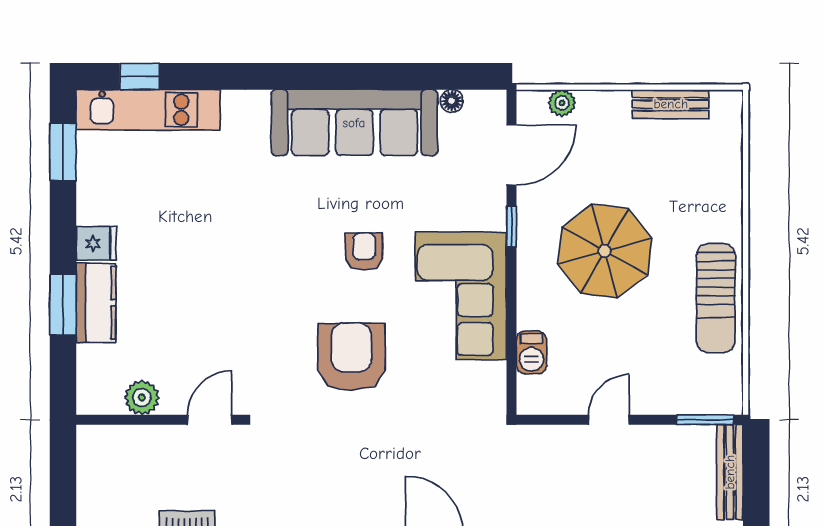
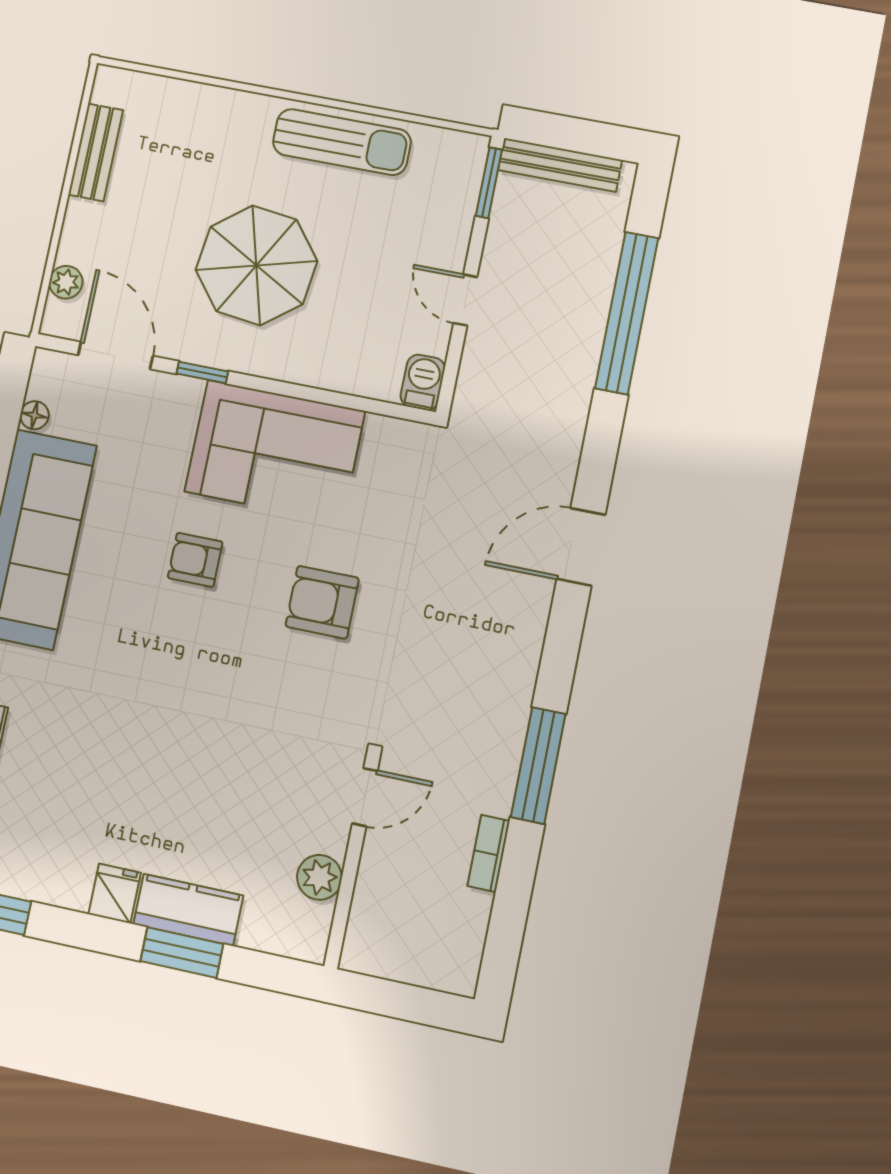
barbecue: (532, 352) -> (423, 382), moved, turned -90
armchair: (351, 357) -> (322, 602), width x0.73, depth x0.73
door: (210, 420) -> (365, 797), swing flipped

